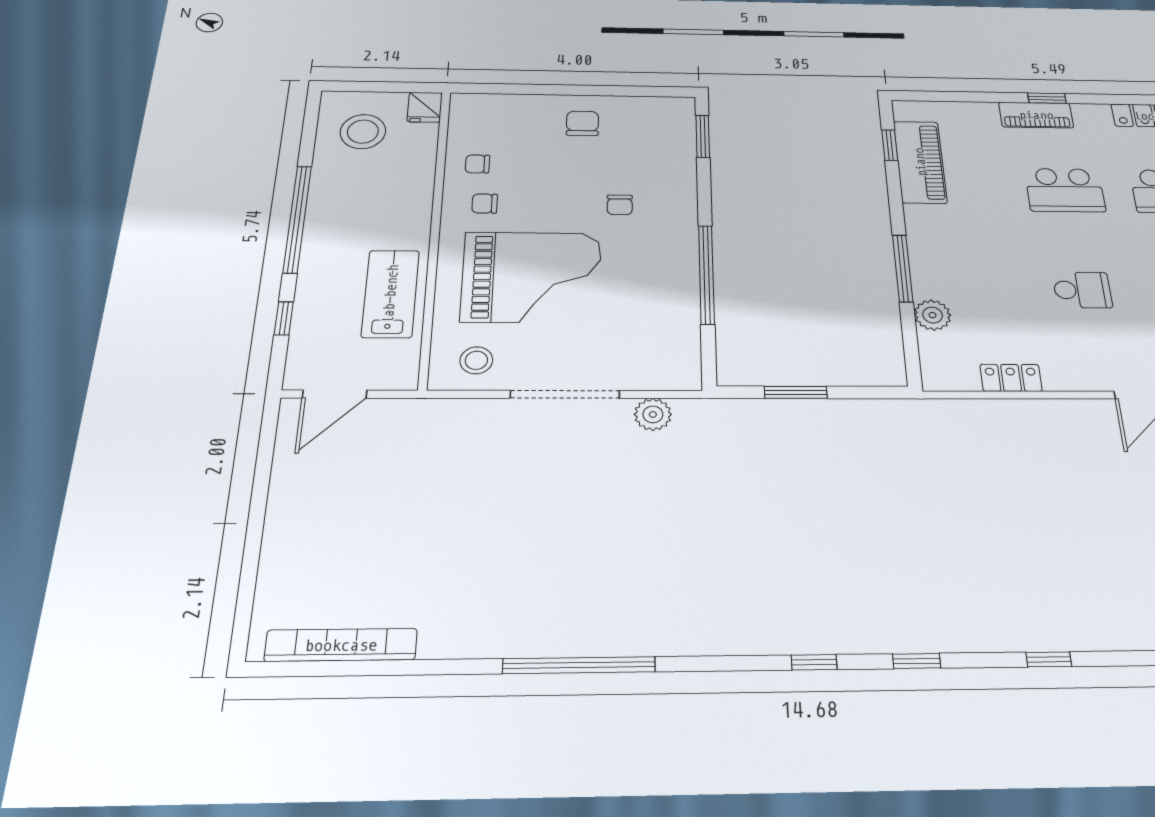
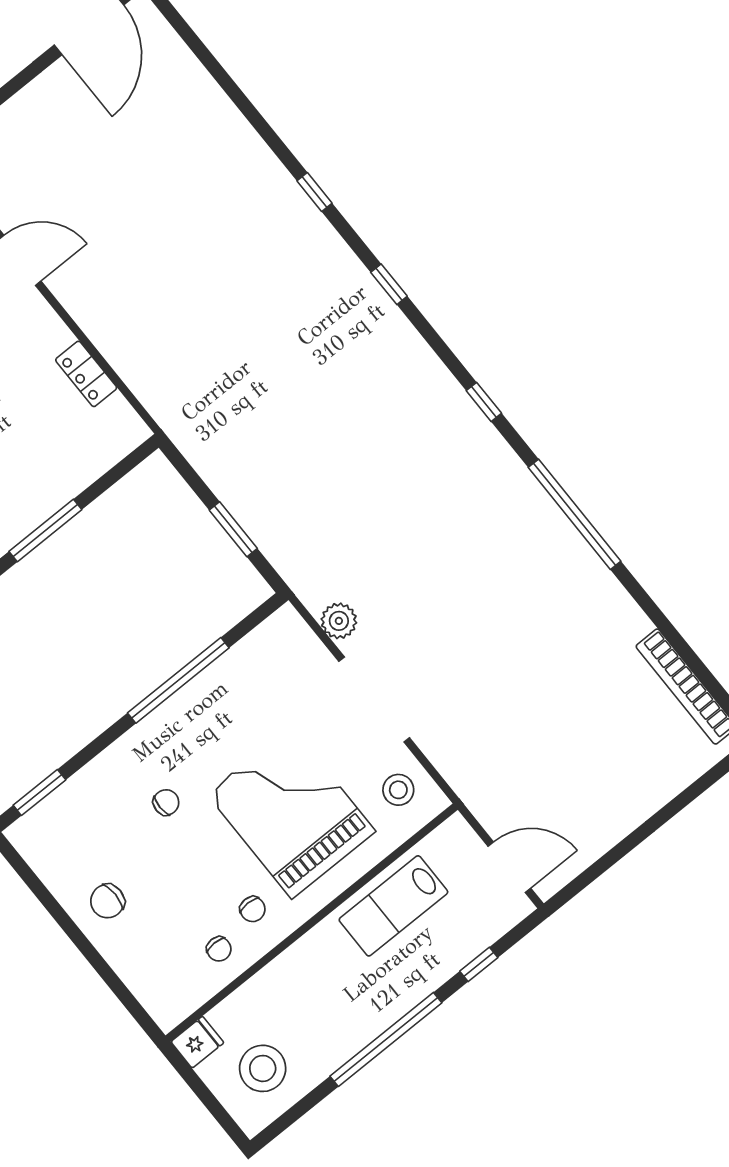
plant: (933, 315) -> (74, 475), removed
window: (814, 662) -> (484, 402), moved

